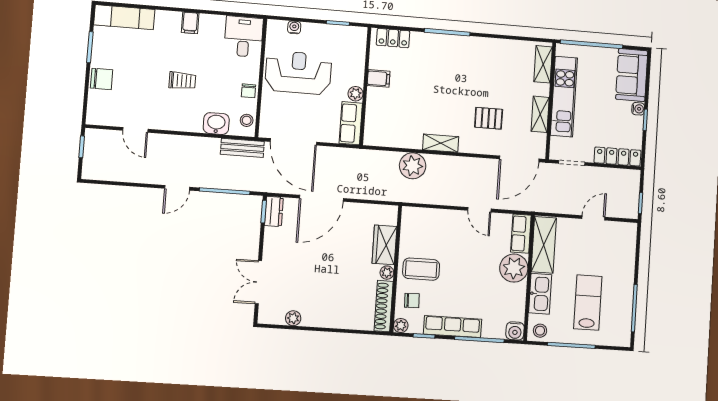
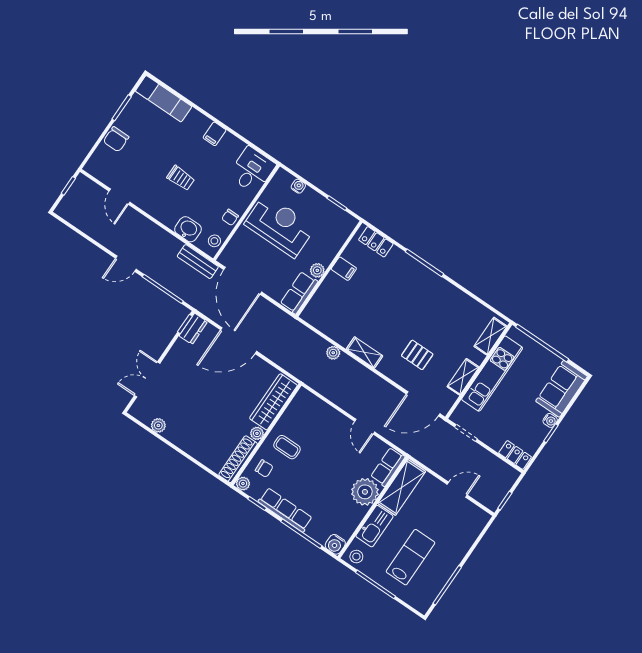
chair: (102, 79) -> (116, 139), turned 90
locker: (617, 157) -> (515, 455), width x0.66
plant: (413, 166) -> (333, 353), width x0.53, depth x0.53
wardrobe: (384, 245) -> (273, 402), width x1.50
coffee table: (421, 269) -> (287, 447), width x0.73, depth x0.77

